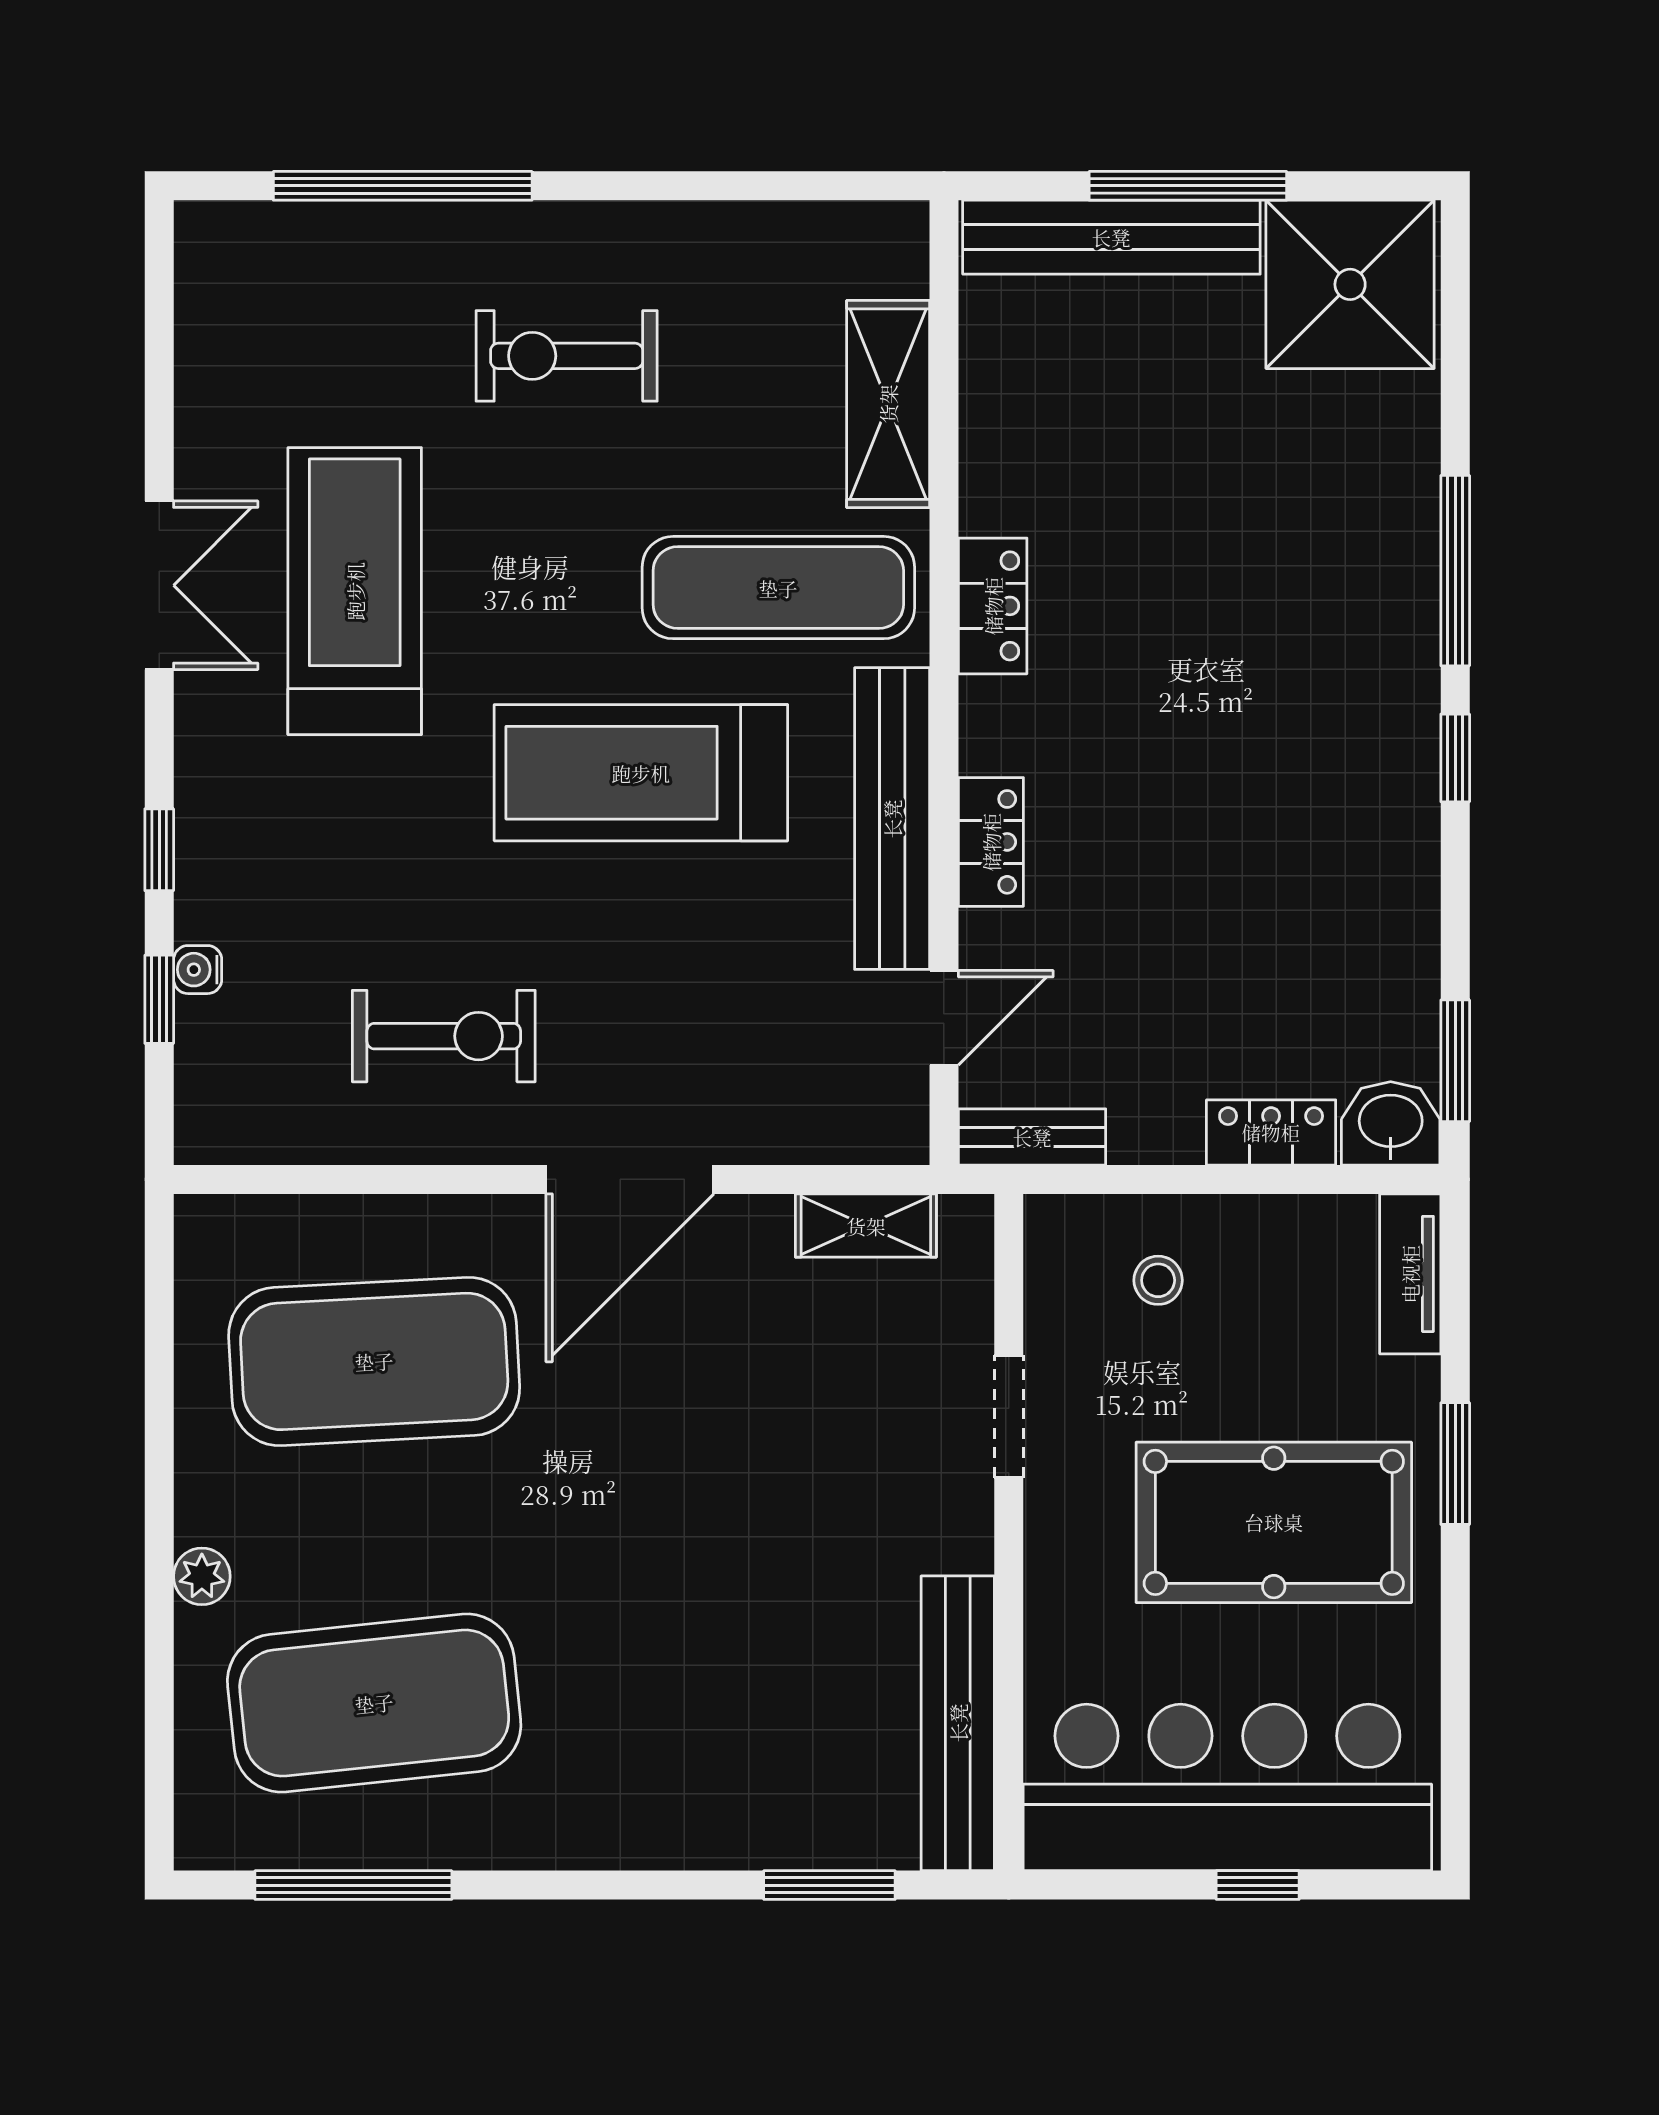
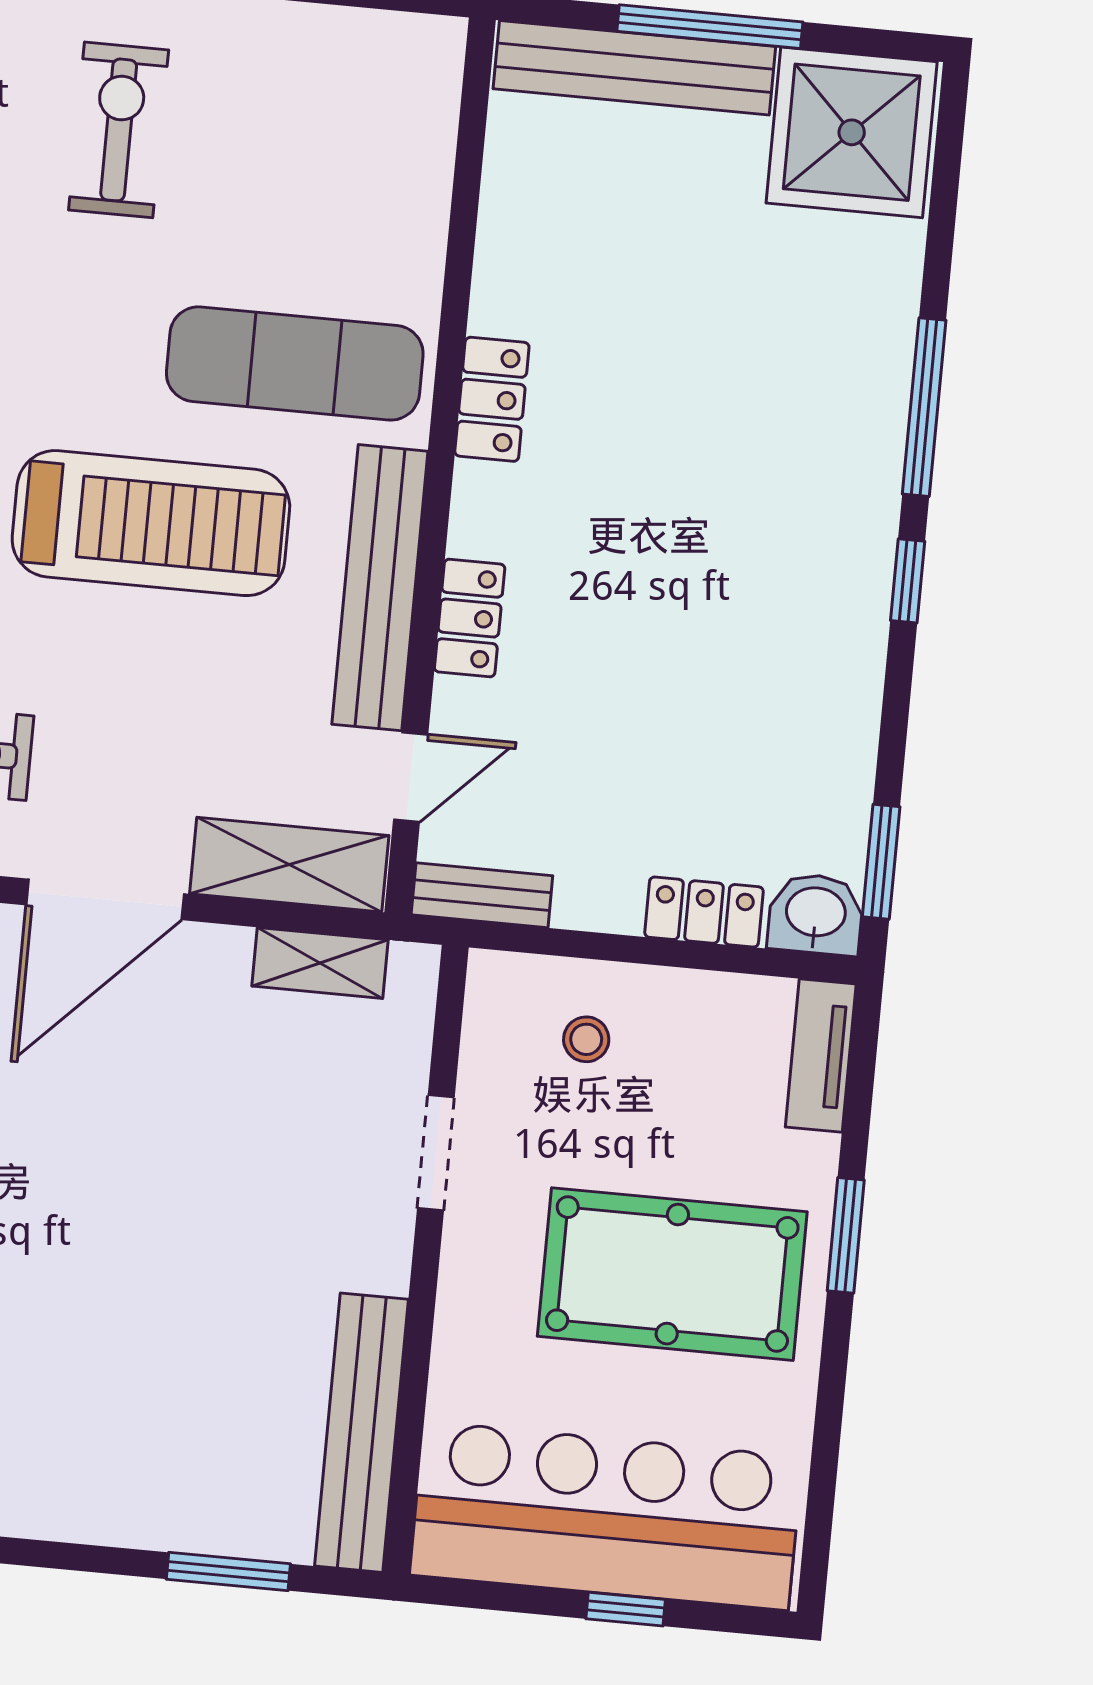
exercise bike: (567, 356) -> (119, 130), turned 90
shelving: (888, 404) -> (289, 865), moved, turned 90
treadmill: (641, 773) -> (151, 523), turned 180

